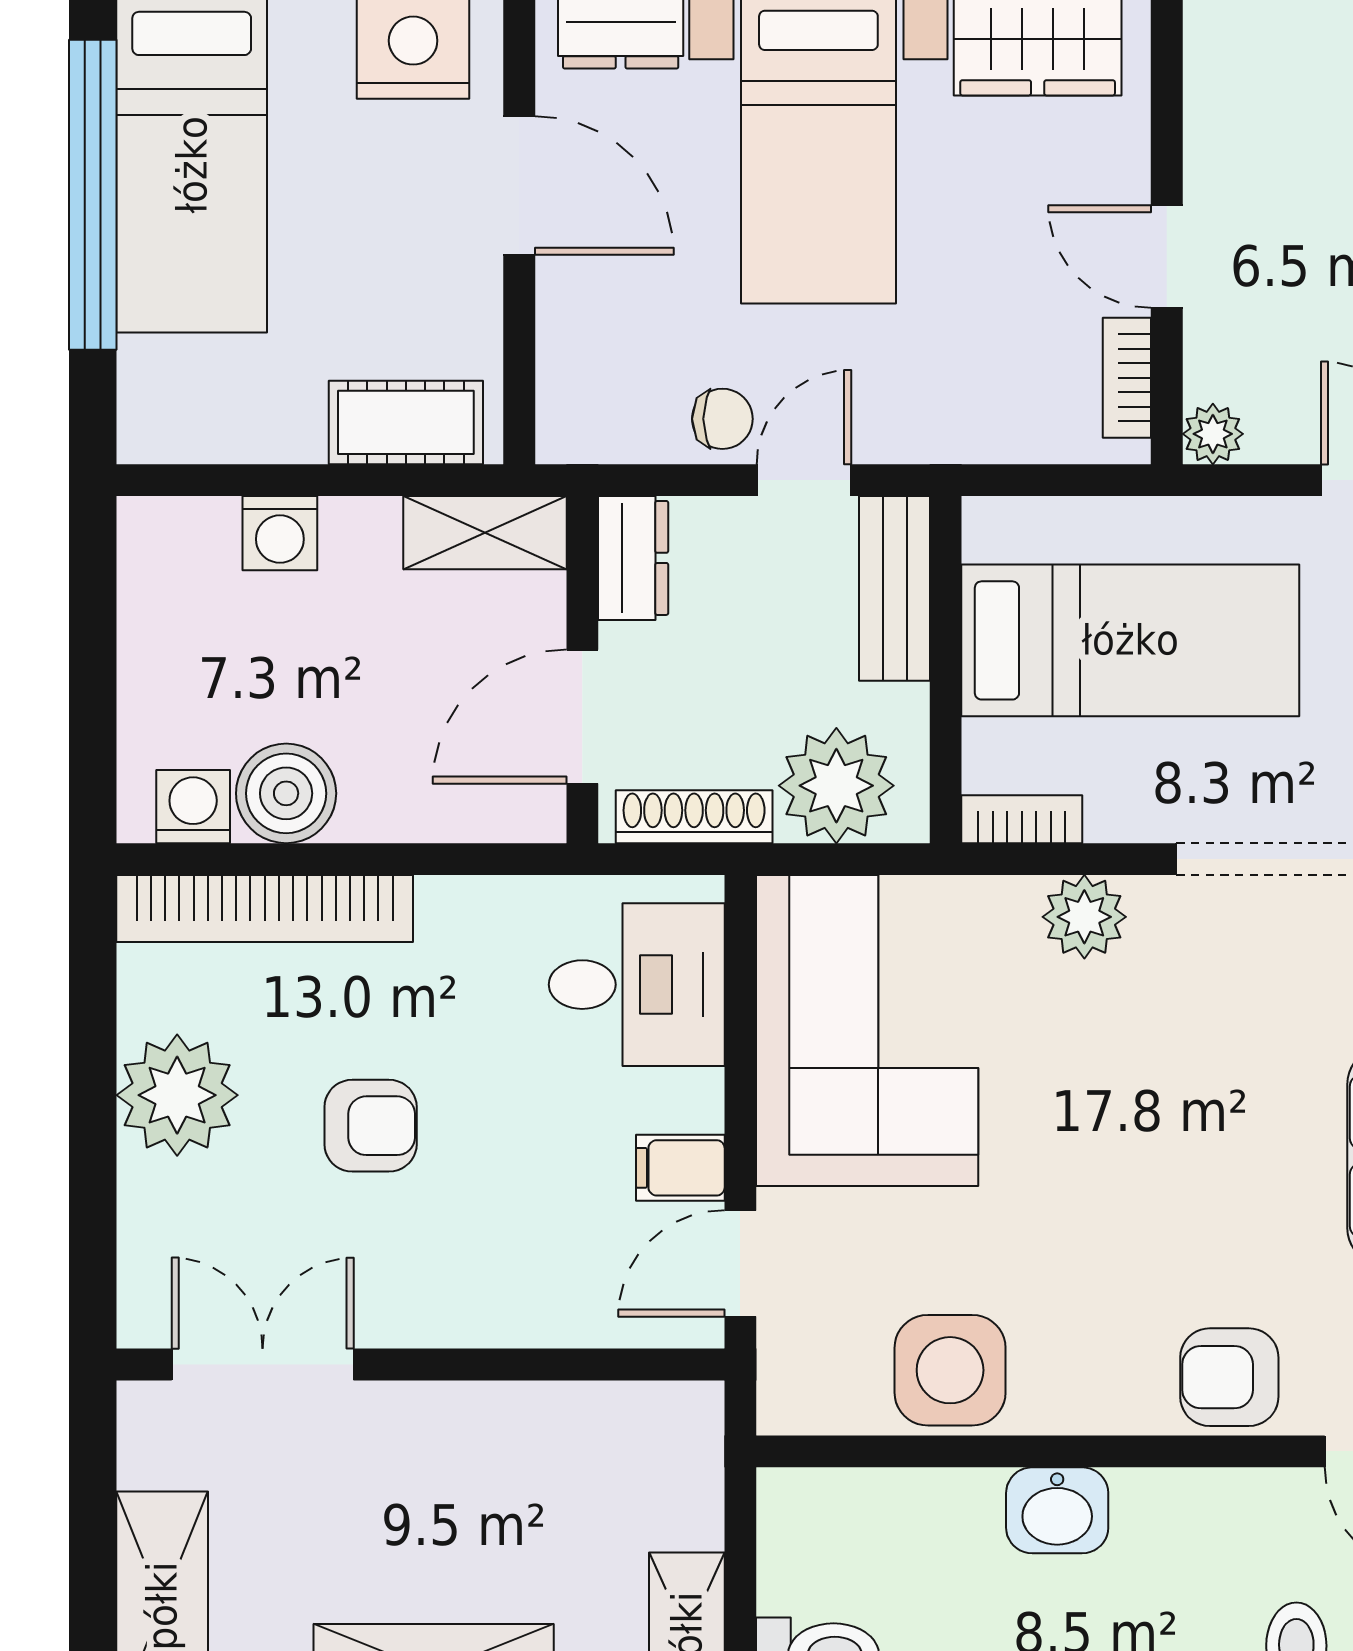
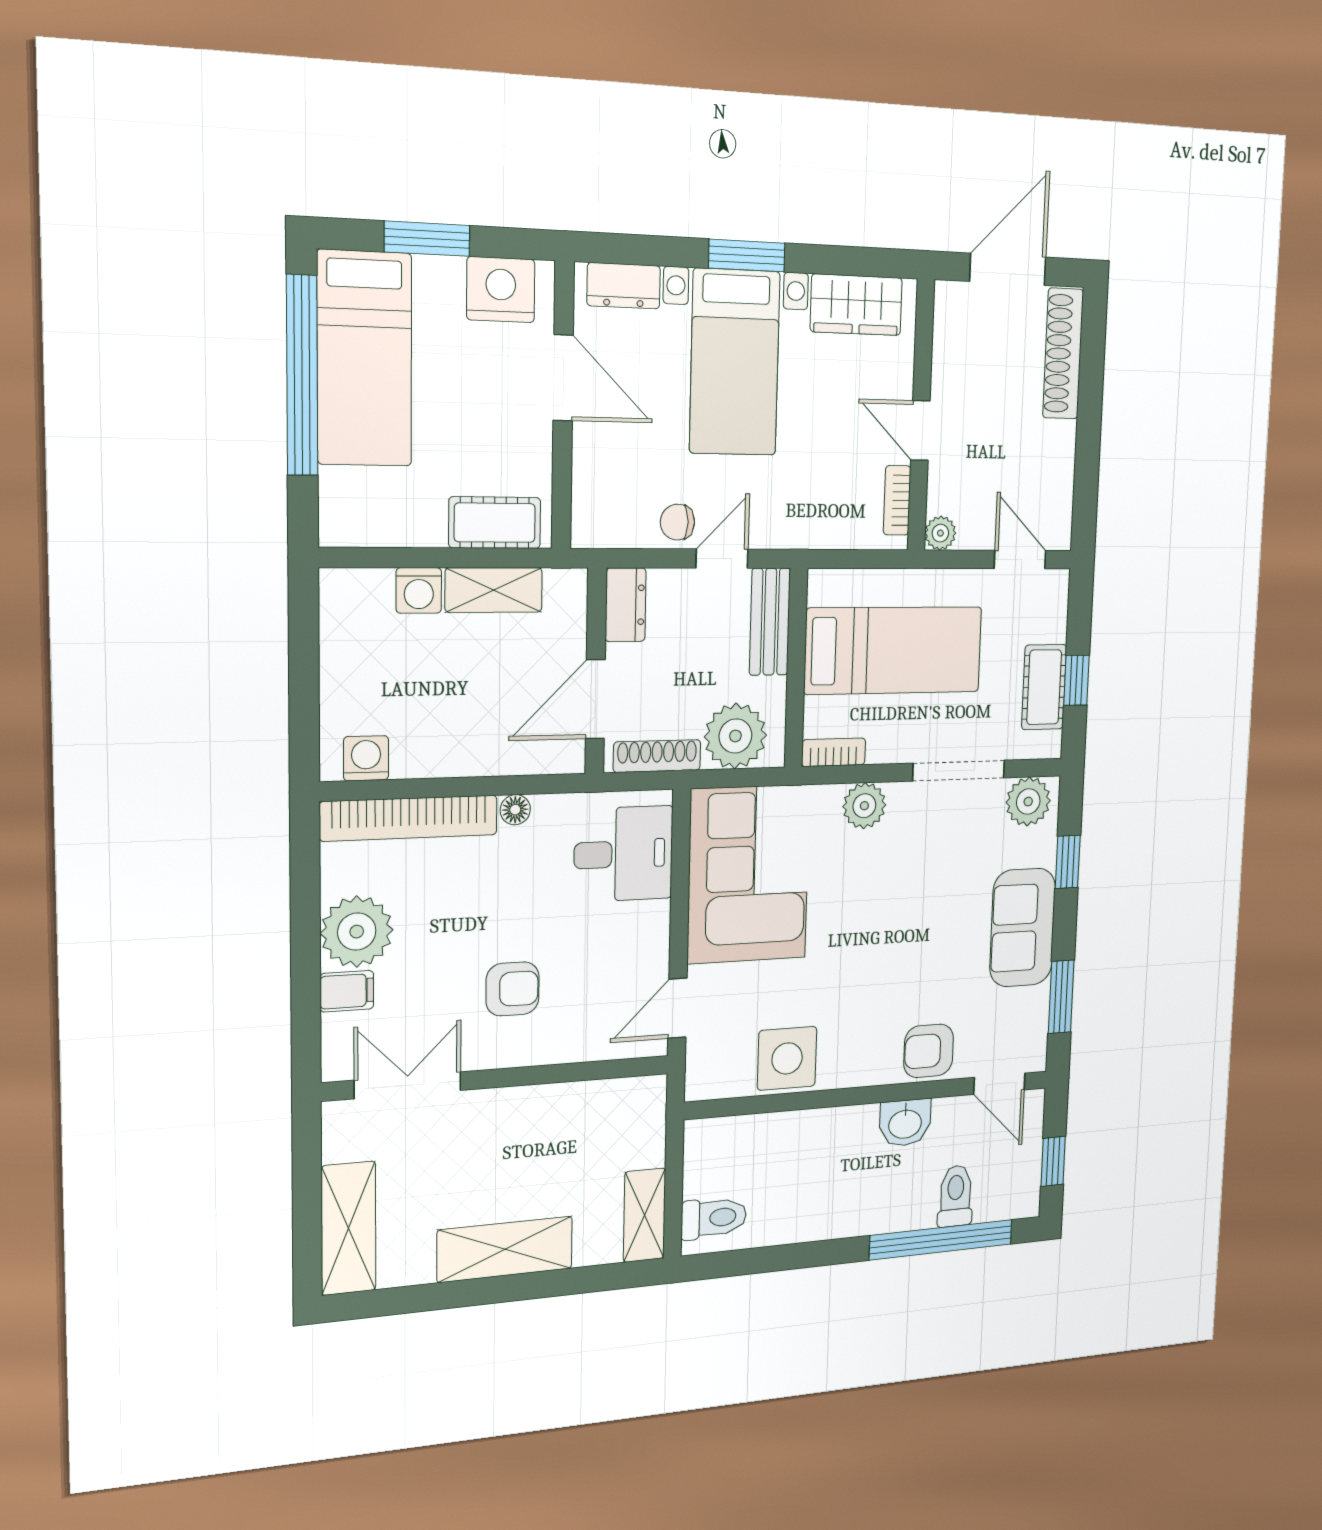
chair: (722, 419) -> (677, 522), turned 180
shelving: (485, 533) -> (494, 590), moved
boiler: (286, 793) -> (422, 749), removed
floor lamp: (445, 901) -> (515, 810), added
armchair: (371, 1126) -> (513, 989), moved
filing cabinet: (680, 1168) -> (347, 991), moved, turned 180
washbasin: (1057, 1510) -> (905, 1123), moved

